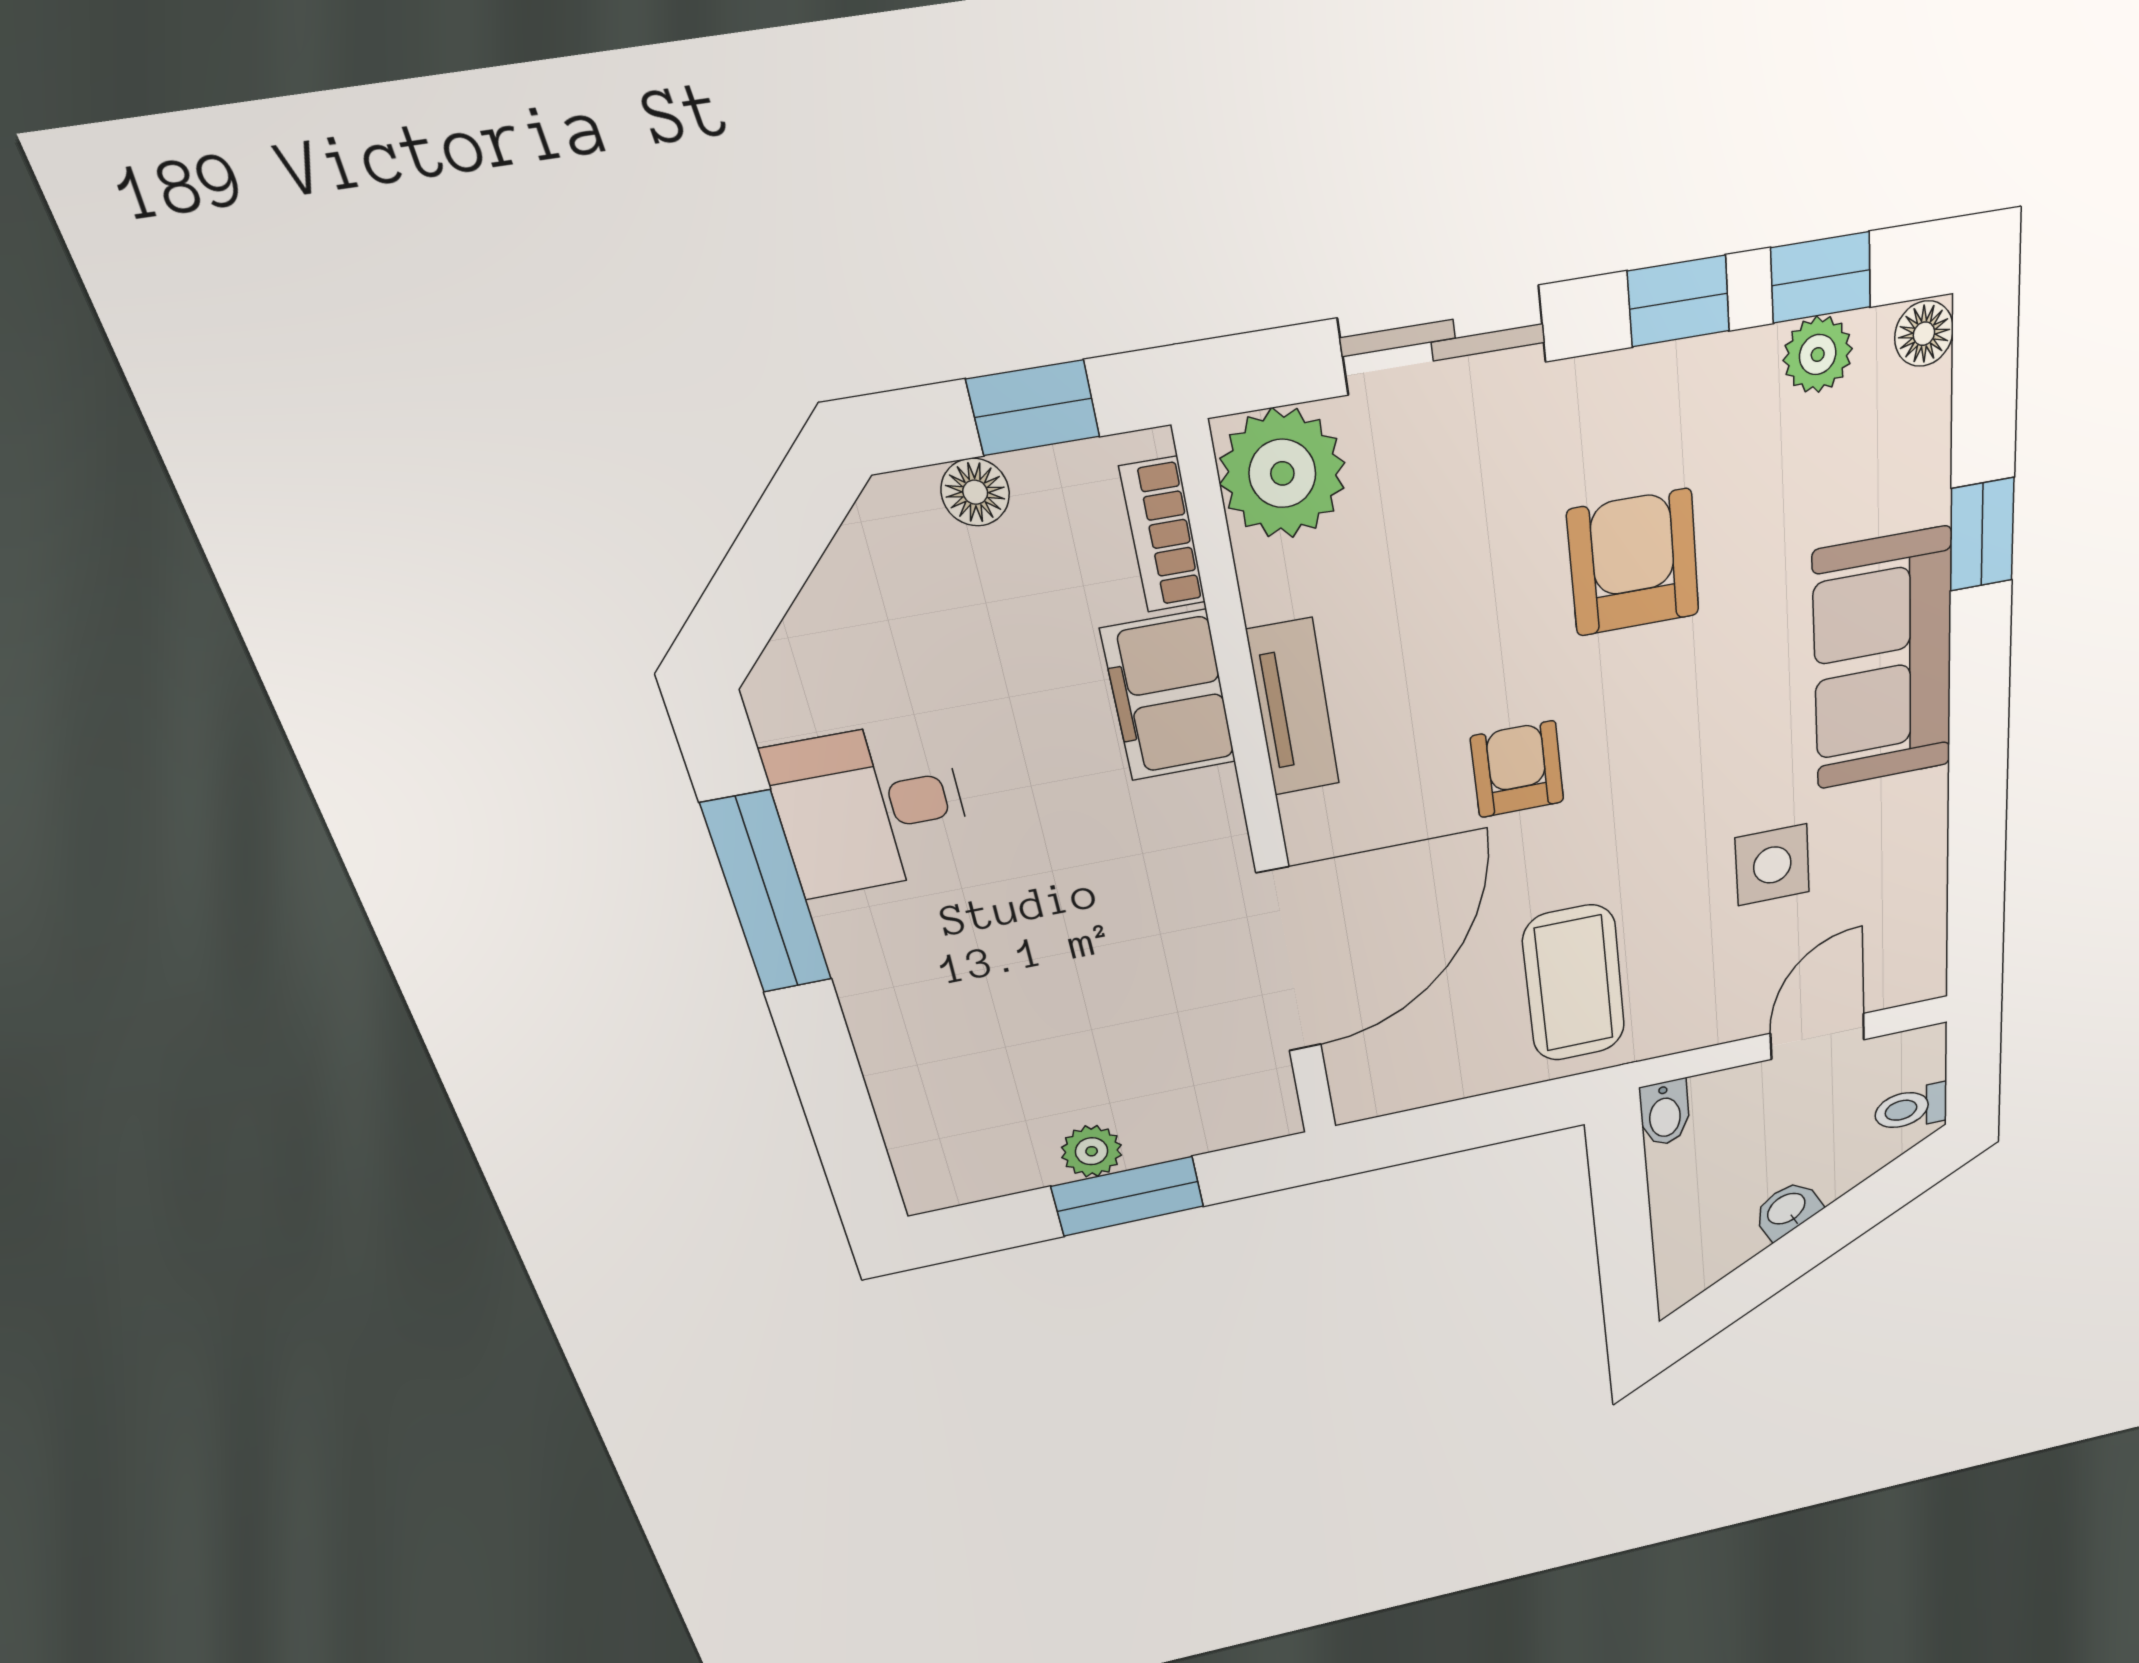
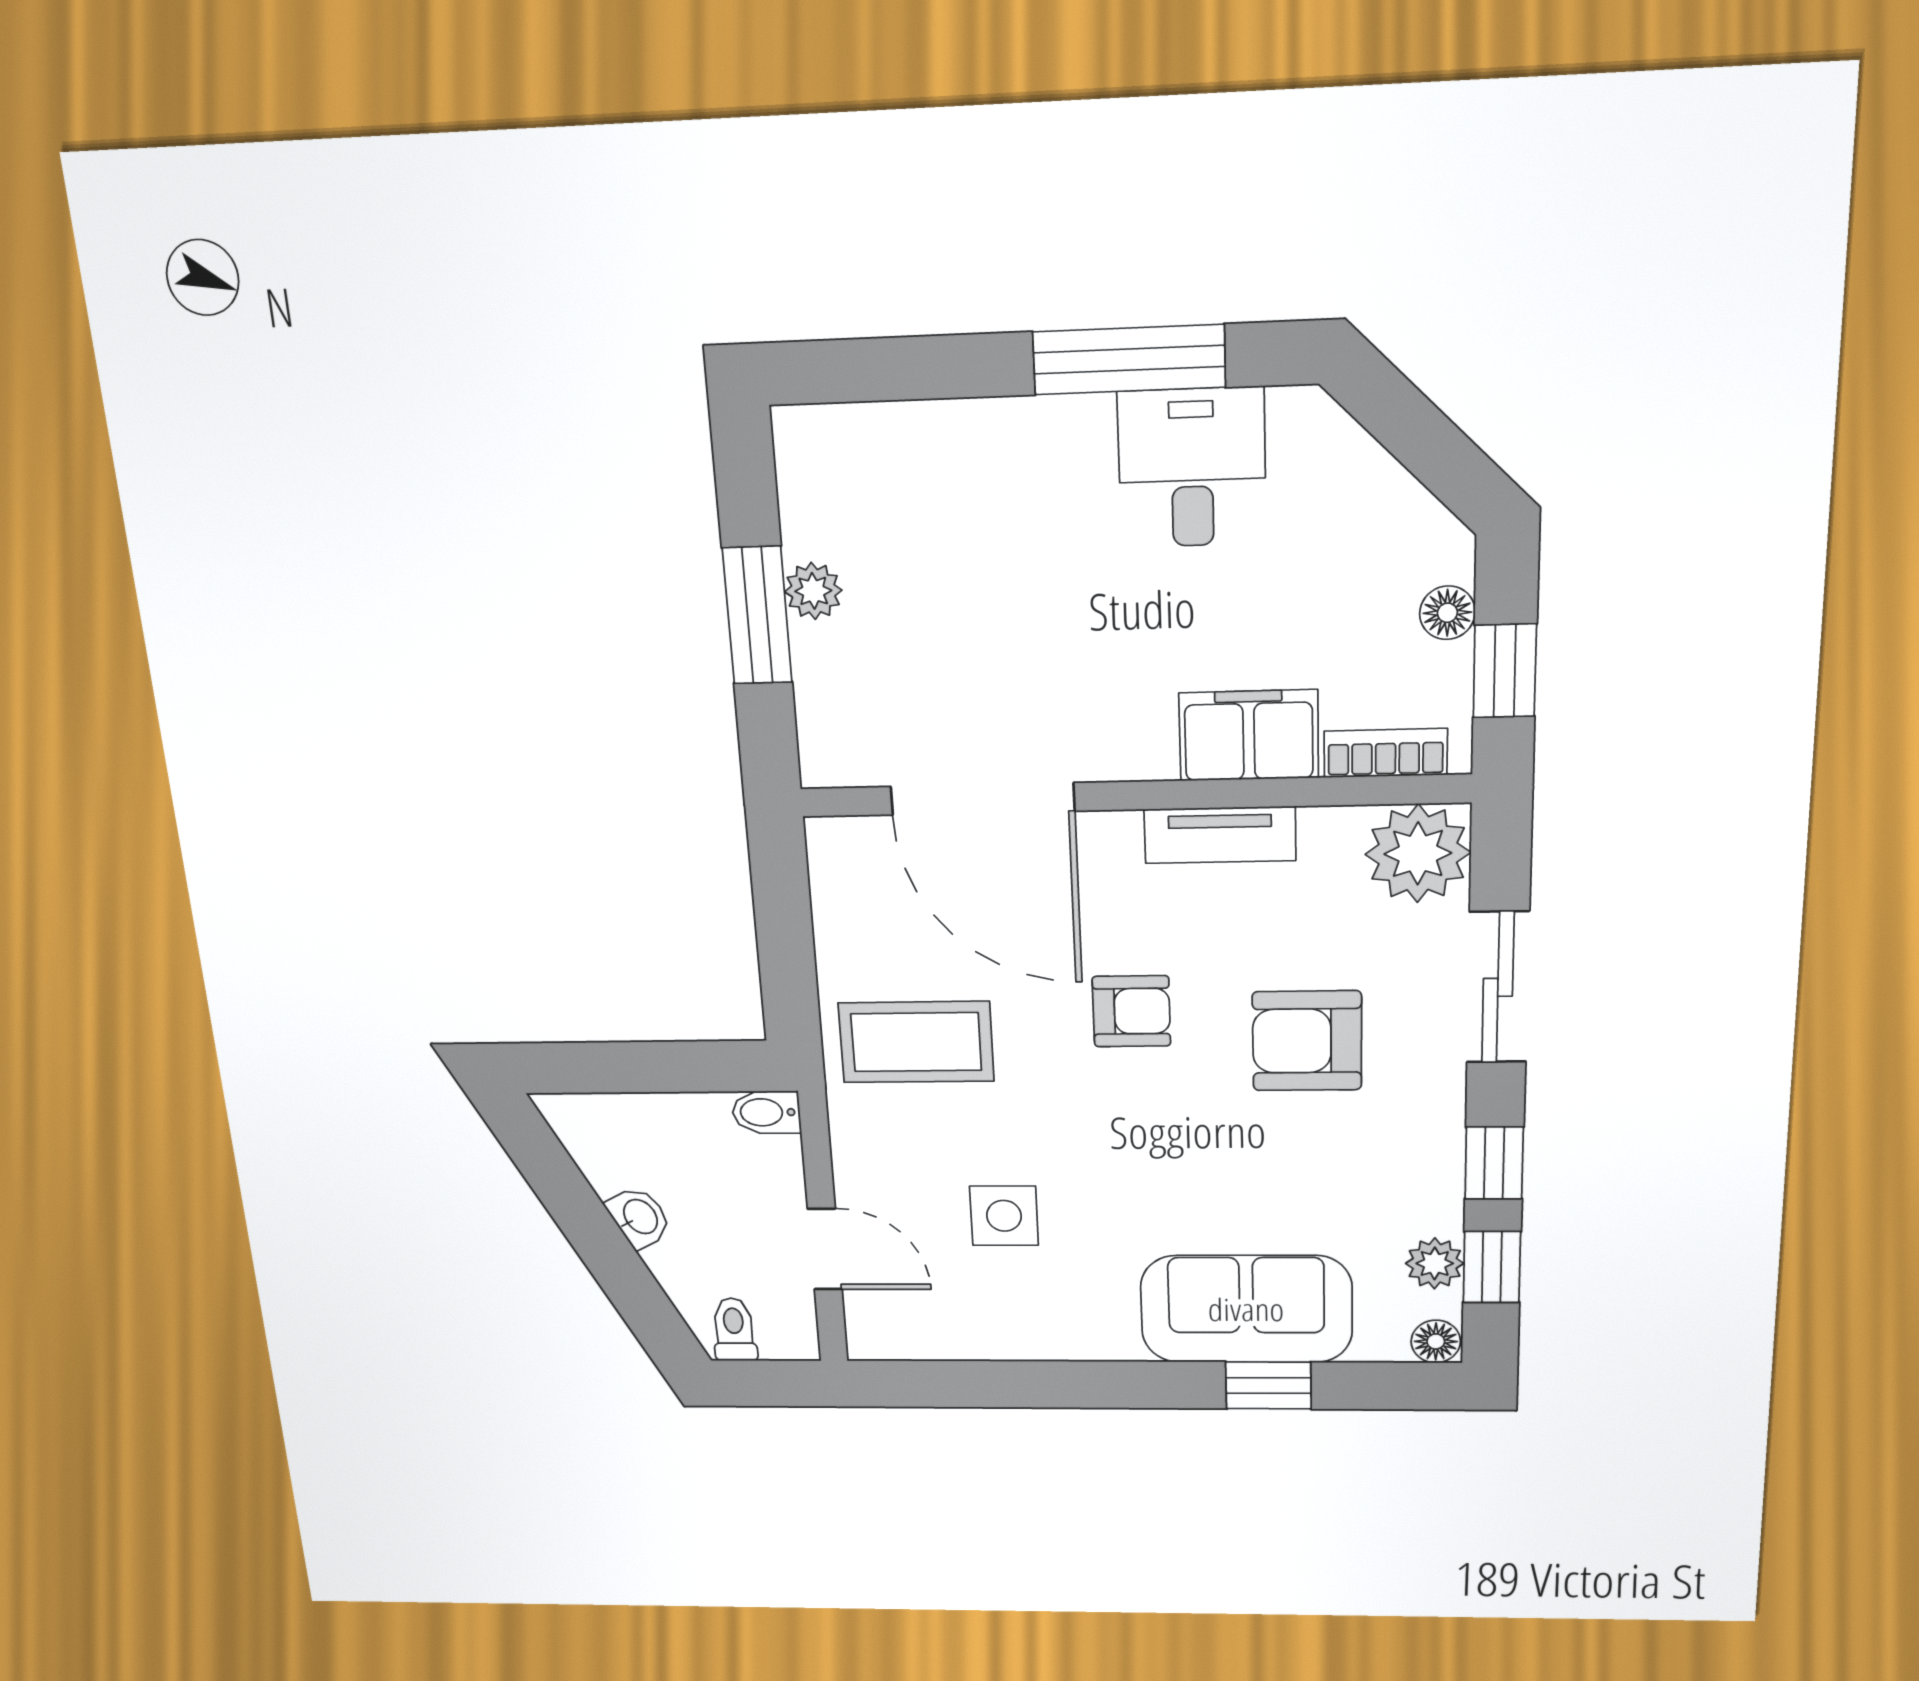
armchair: (1634, 563) -> (1307, 1041), moved, turned 180
sofa: (1883, 661) -> (1246, 1309), moved

